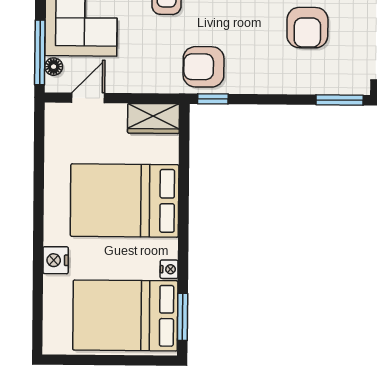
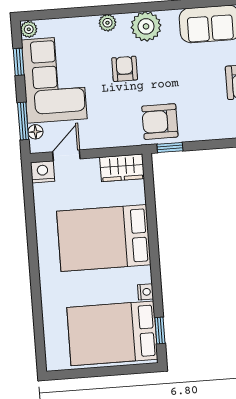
window: (40, 52) -> (23, 121), width x0.69
nightstand: (56, 260) -> (43, 172), moved, turned 90
window: (183, 317) -> (160, 331), width x0.67

